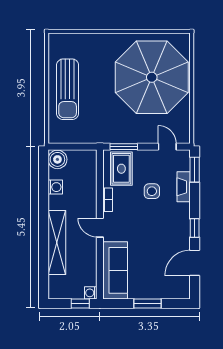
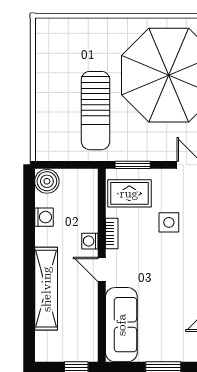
sun lounger: (68, 89) -> (96, 111), moved
rug: (121, 169) -> (129, 193), turned 90
washing machine: (91, 293) -> (90, 241), moved

